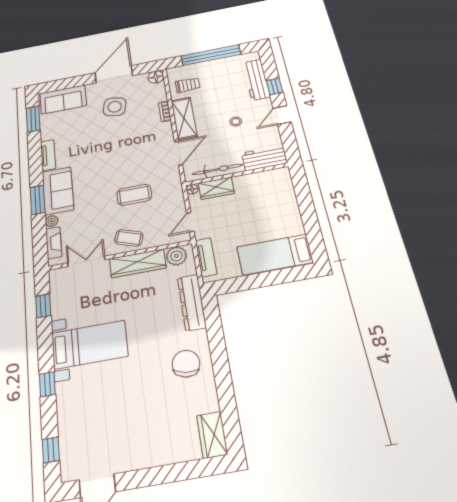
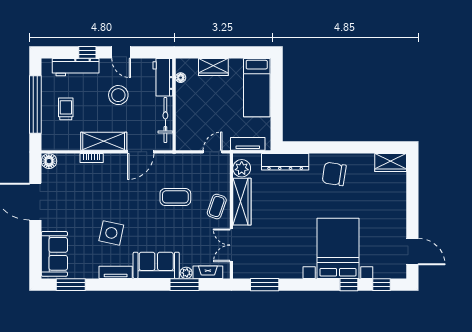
trolley: (188, 85) -> (66, 109), moved
side table: (115, 107) -> (111, 233), moved
stool: (236, 122) -> (118, 95), width x1.89, depth x1.89
door: (178, 153) -> (141, 152), swing flipped
wardrobe: (216, 188) -> (213, 67), moved, turned 90
floor lamp: (192, 189) -> (181, 78), moved
coffee table: (134, 195) -> (175, 197), turned 90
window: (37, 200) -> (185, 285), moved
door: (190, 222) -> (213, 152), swing flipped
window: (43, 306) -> (265, 285), width x1.50
bed with nightstands: (90, 345) -> (338, 248), moved, width x1.36
window: (47, 384) -> (349, 285), moved

